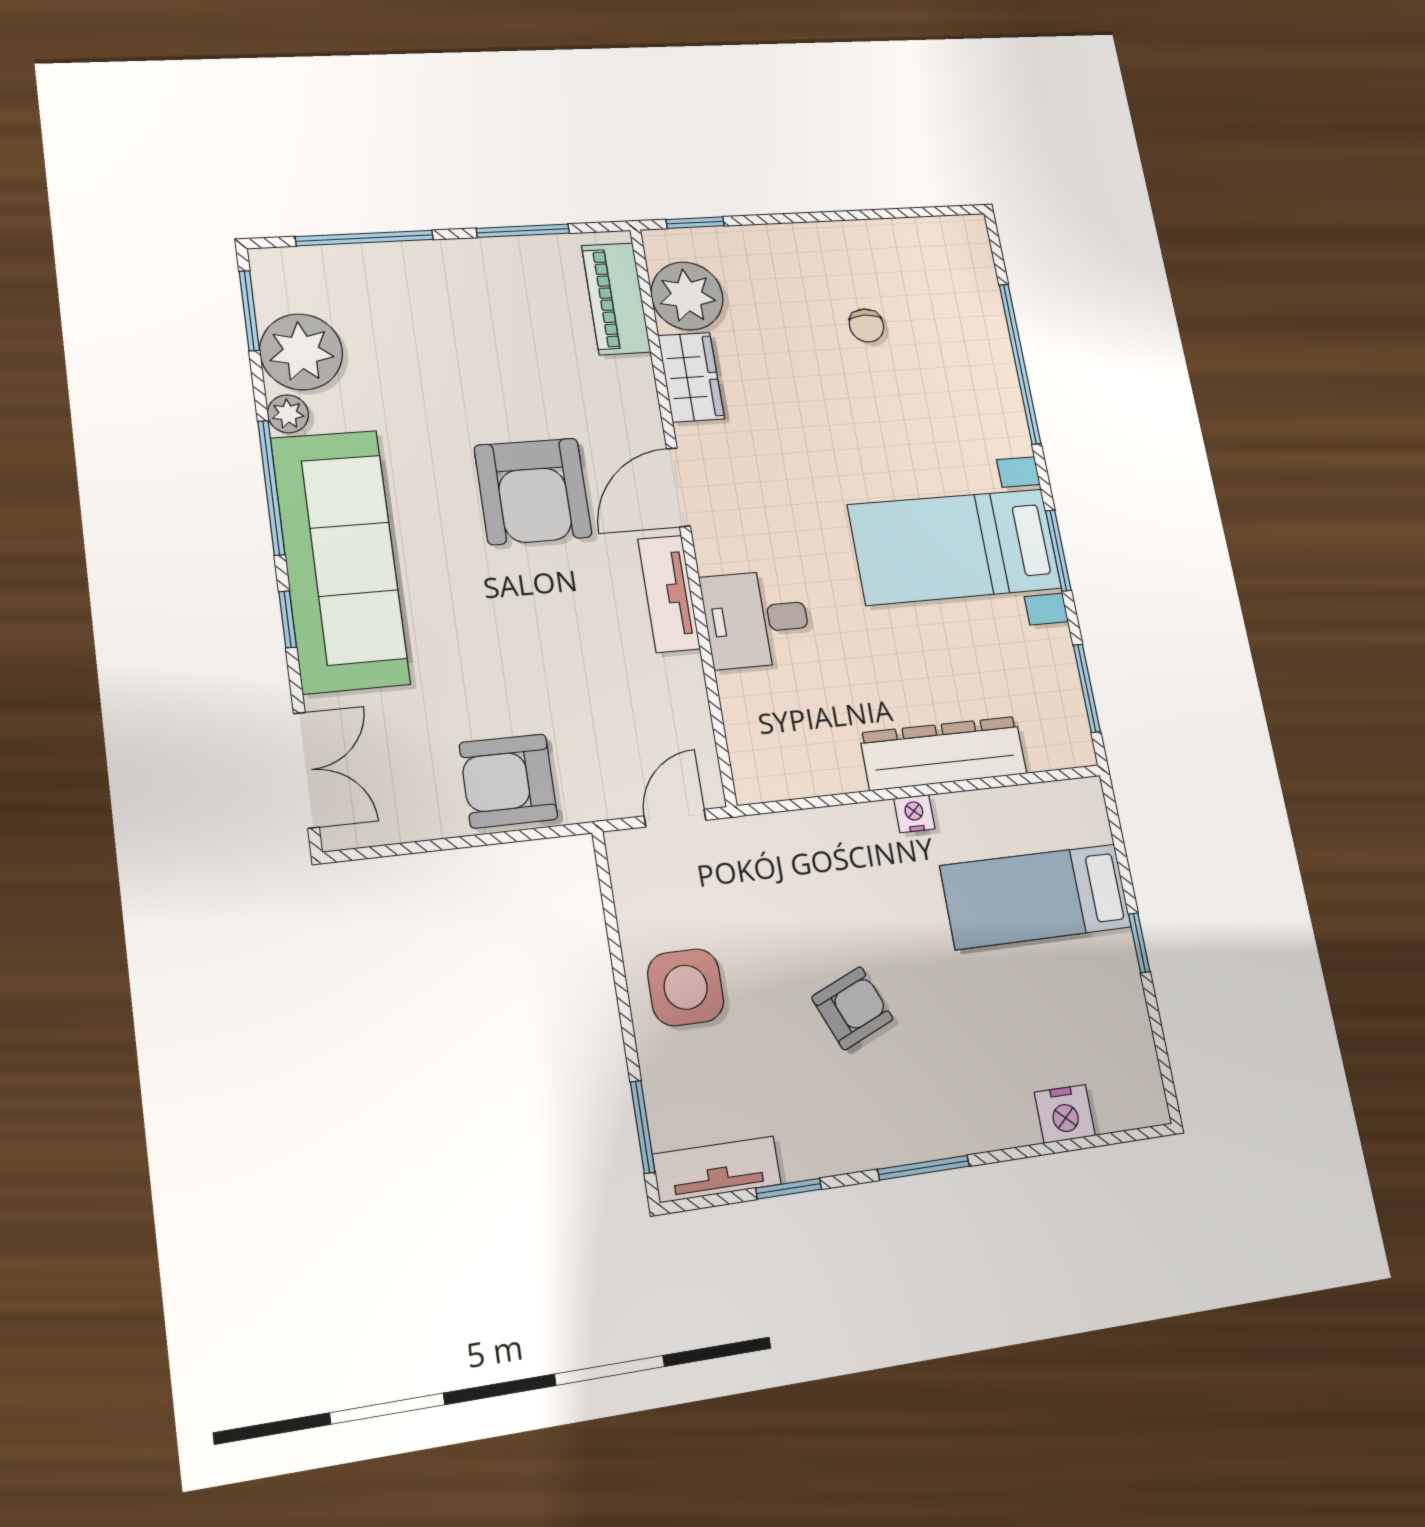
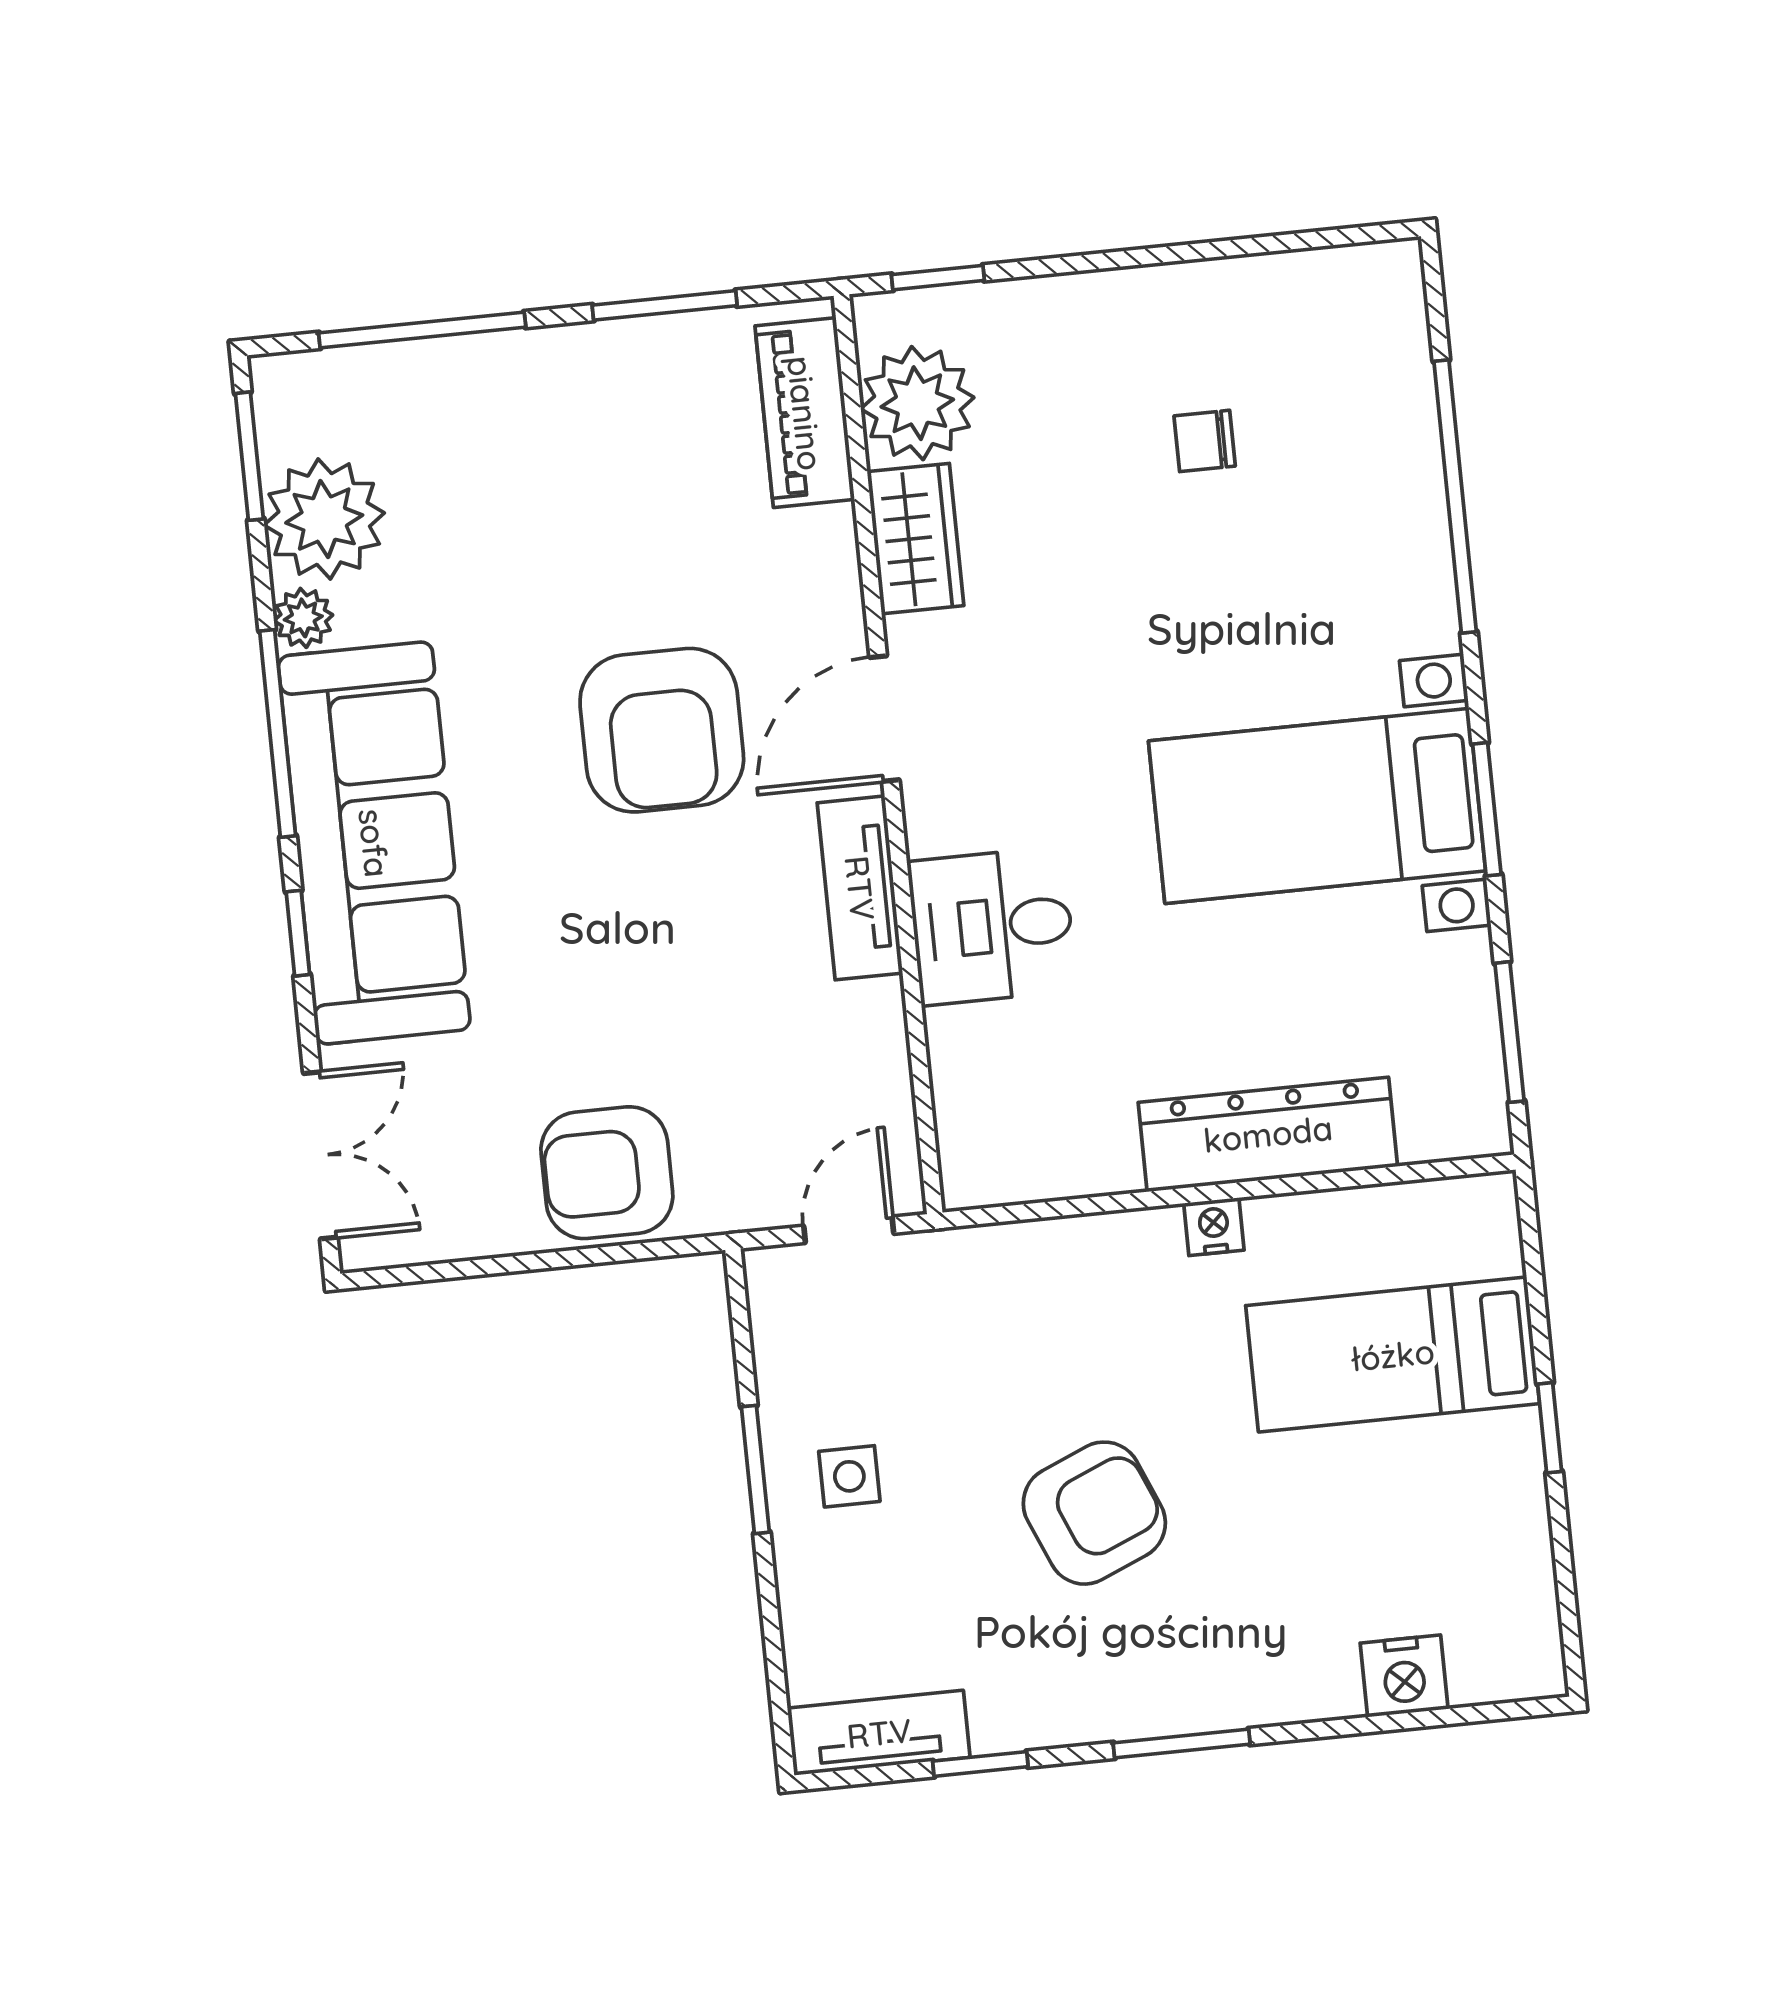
chair: (866, 325) -> (1205, 441), turned 90
side table: (686, 987) -> (849, 1476), width x0.54, depth x0.54
armchair: (852, 1008) -> (1094, 1513), width x1.38, depth x1.38
window: (643, 1127) -> (755, 1470), moved

